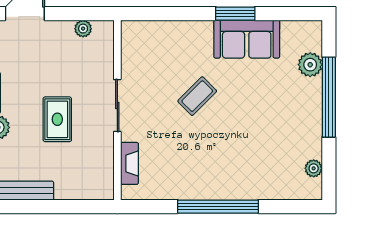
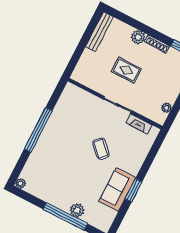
plant: (310, 65) -> (77, 210), moved
fireplace: (129, 163) -> (139, 124), moved
plant: (314, 168) -> (21, 183), moved

